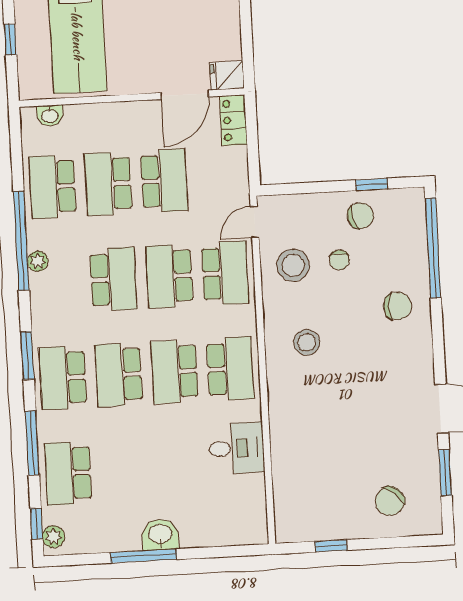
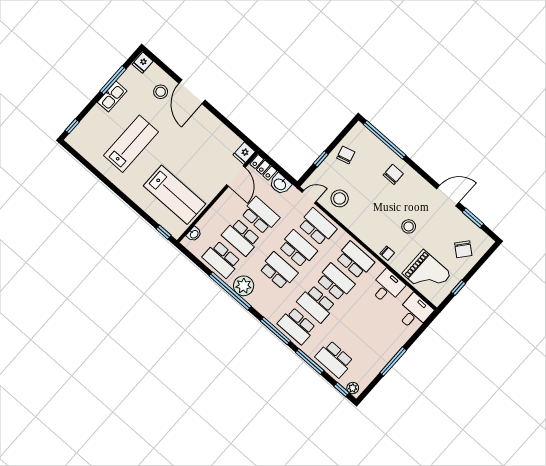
window: (10, 39) -> (164, 232), moved
window: (372, 184) -> (321, 159), moved
door: (255, 222) -> (309, 197), swing flipped
chair: (339, 260) -> (387, 253), moved
plant: (38, 261) -> (244, 286), width x1.88, depth x1.88
school desk: (169, 276) -> (298, 249), turned 180
stool: (307, 342) -> (409, 226), moved
window: (27, 356) -> (275, 331), width x1.44
school desk: (175, 372) -> (336, 282), turned 180
grand piano: (308, 484) -> (427, 274), added
desk: (239, 519) -> (414, 312), added
washbasin: (160, 535) -> (280, 184), moved, turned -90

